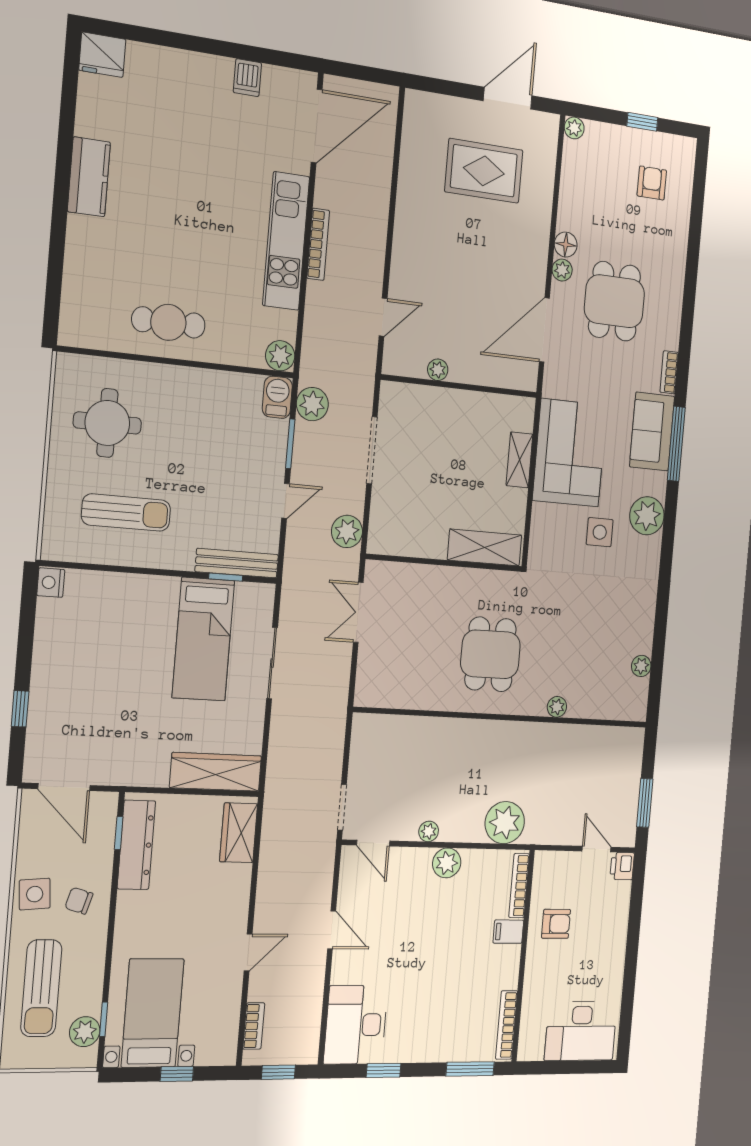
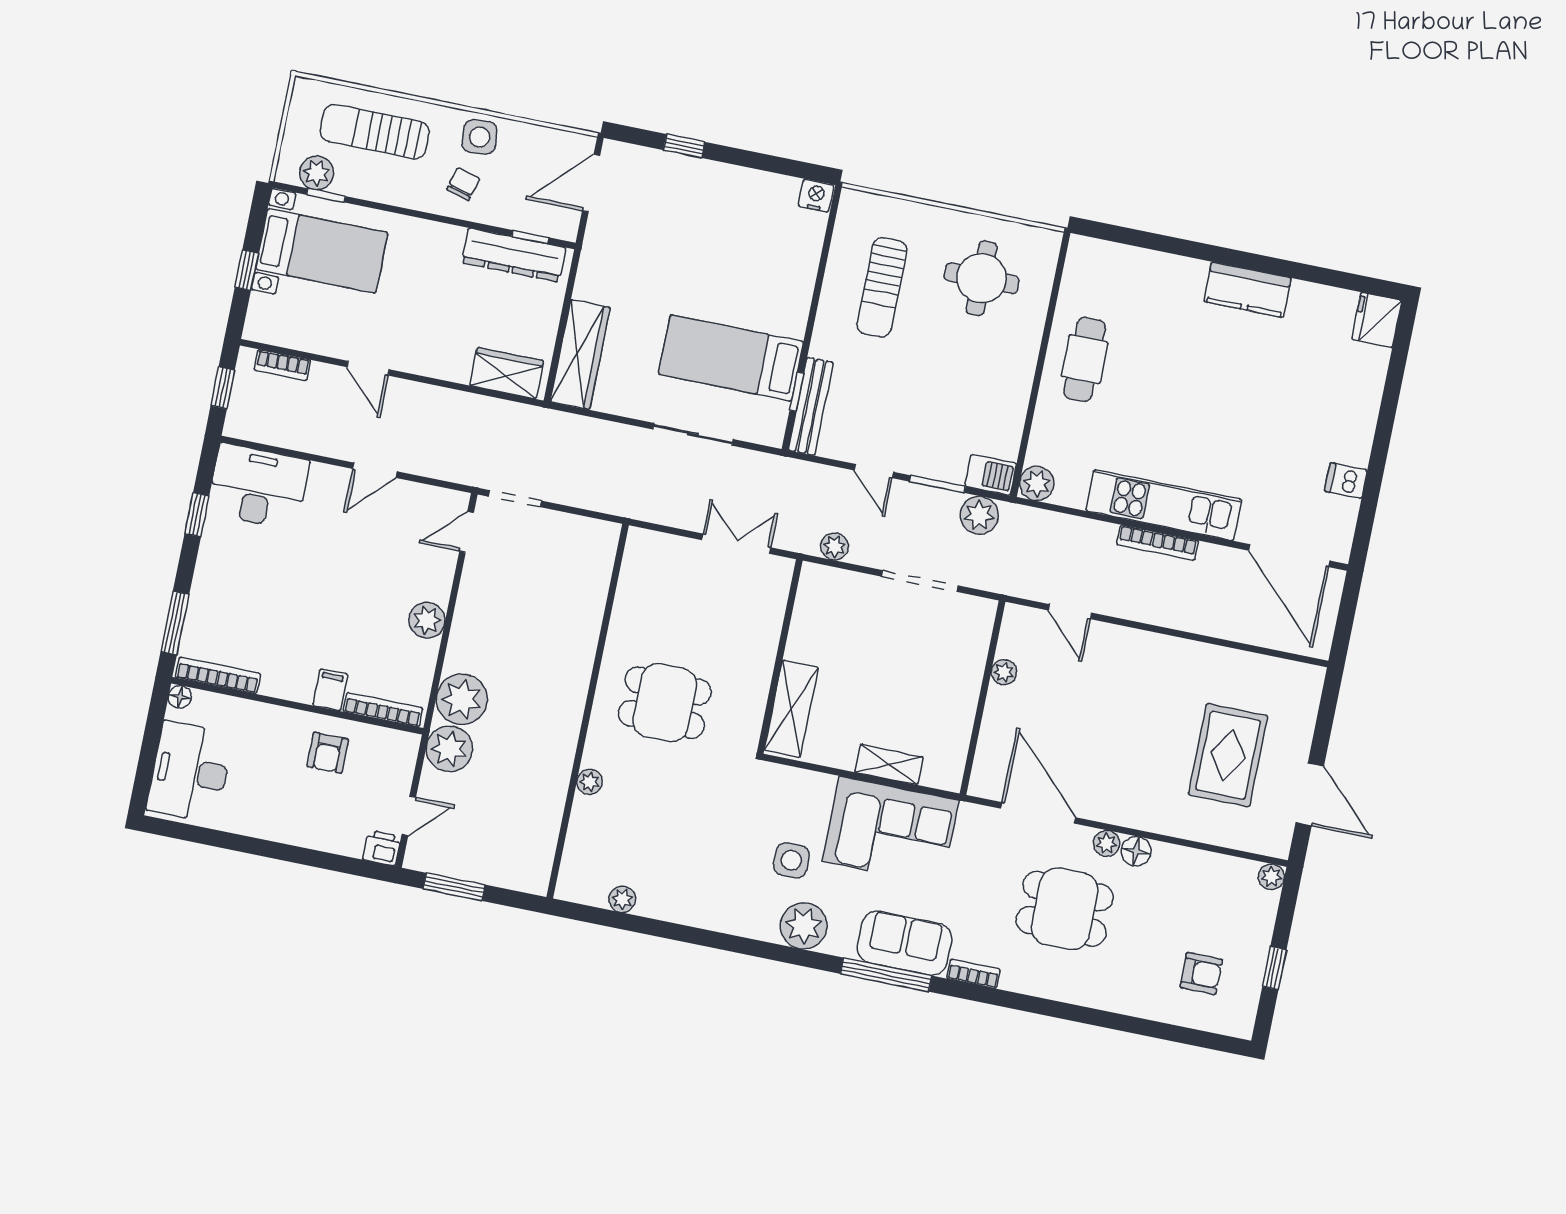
plant: (347, 531) -> (835, 546), width x0.73, depth x0.73
plant: (429, 831) -> (449, 749), moved, width x1.88, depth x1.88
floor lamp: (526, 1052) -> (180, 697), added

